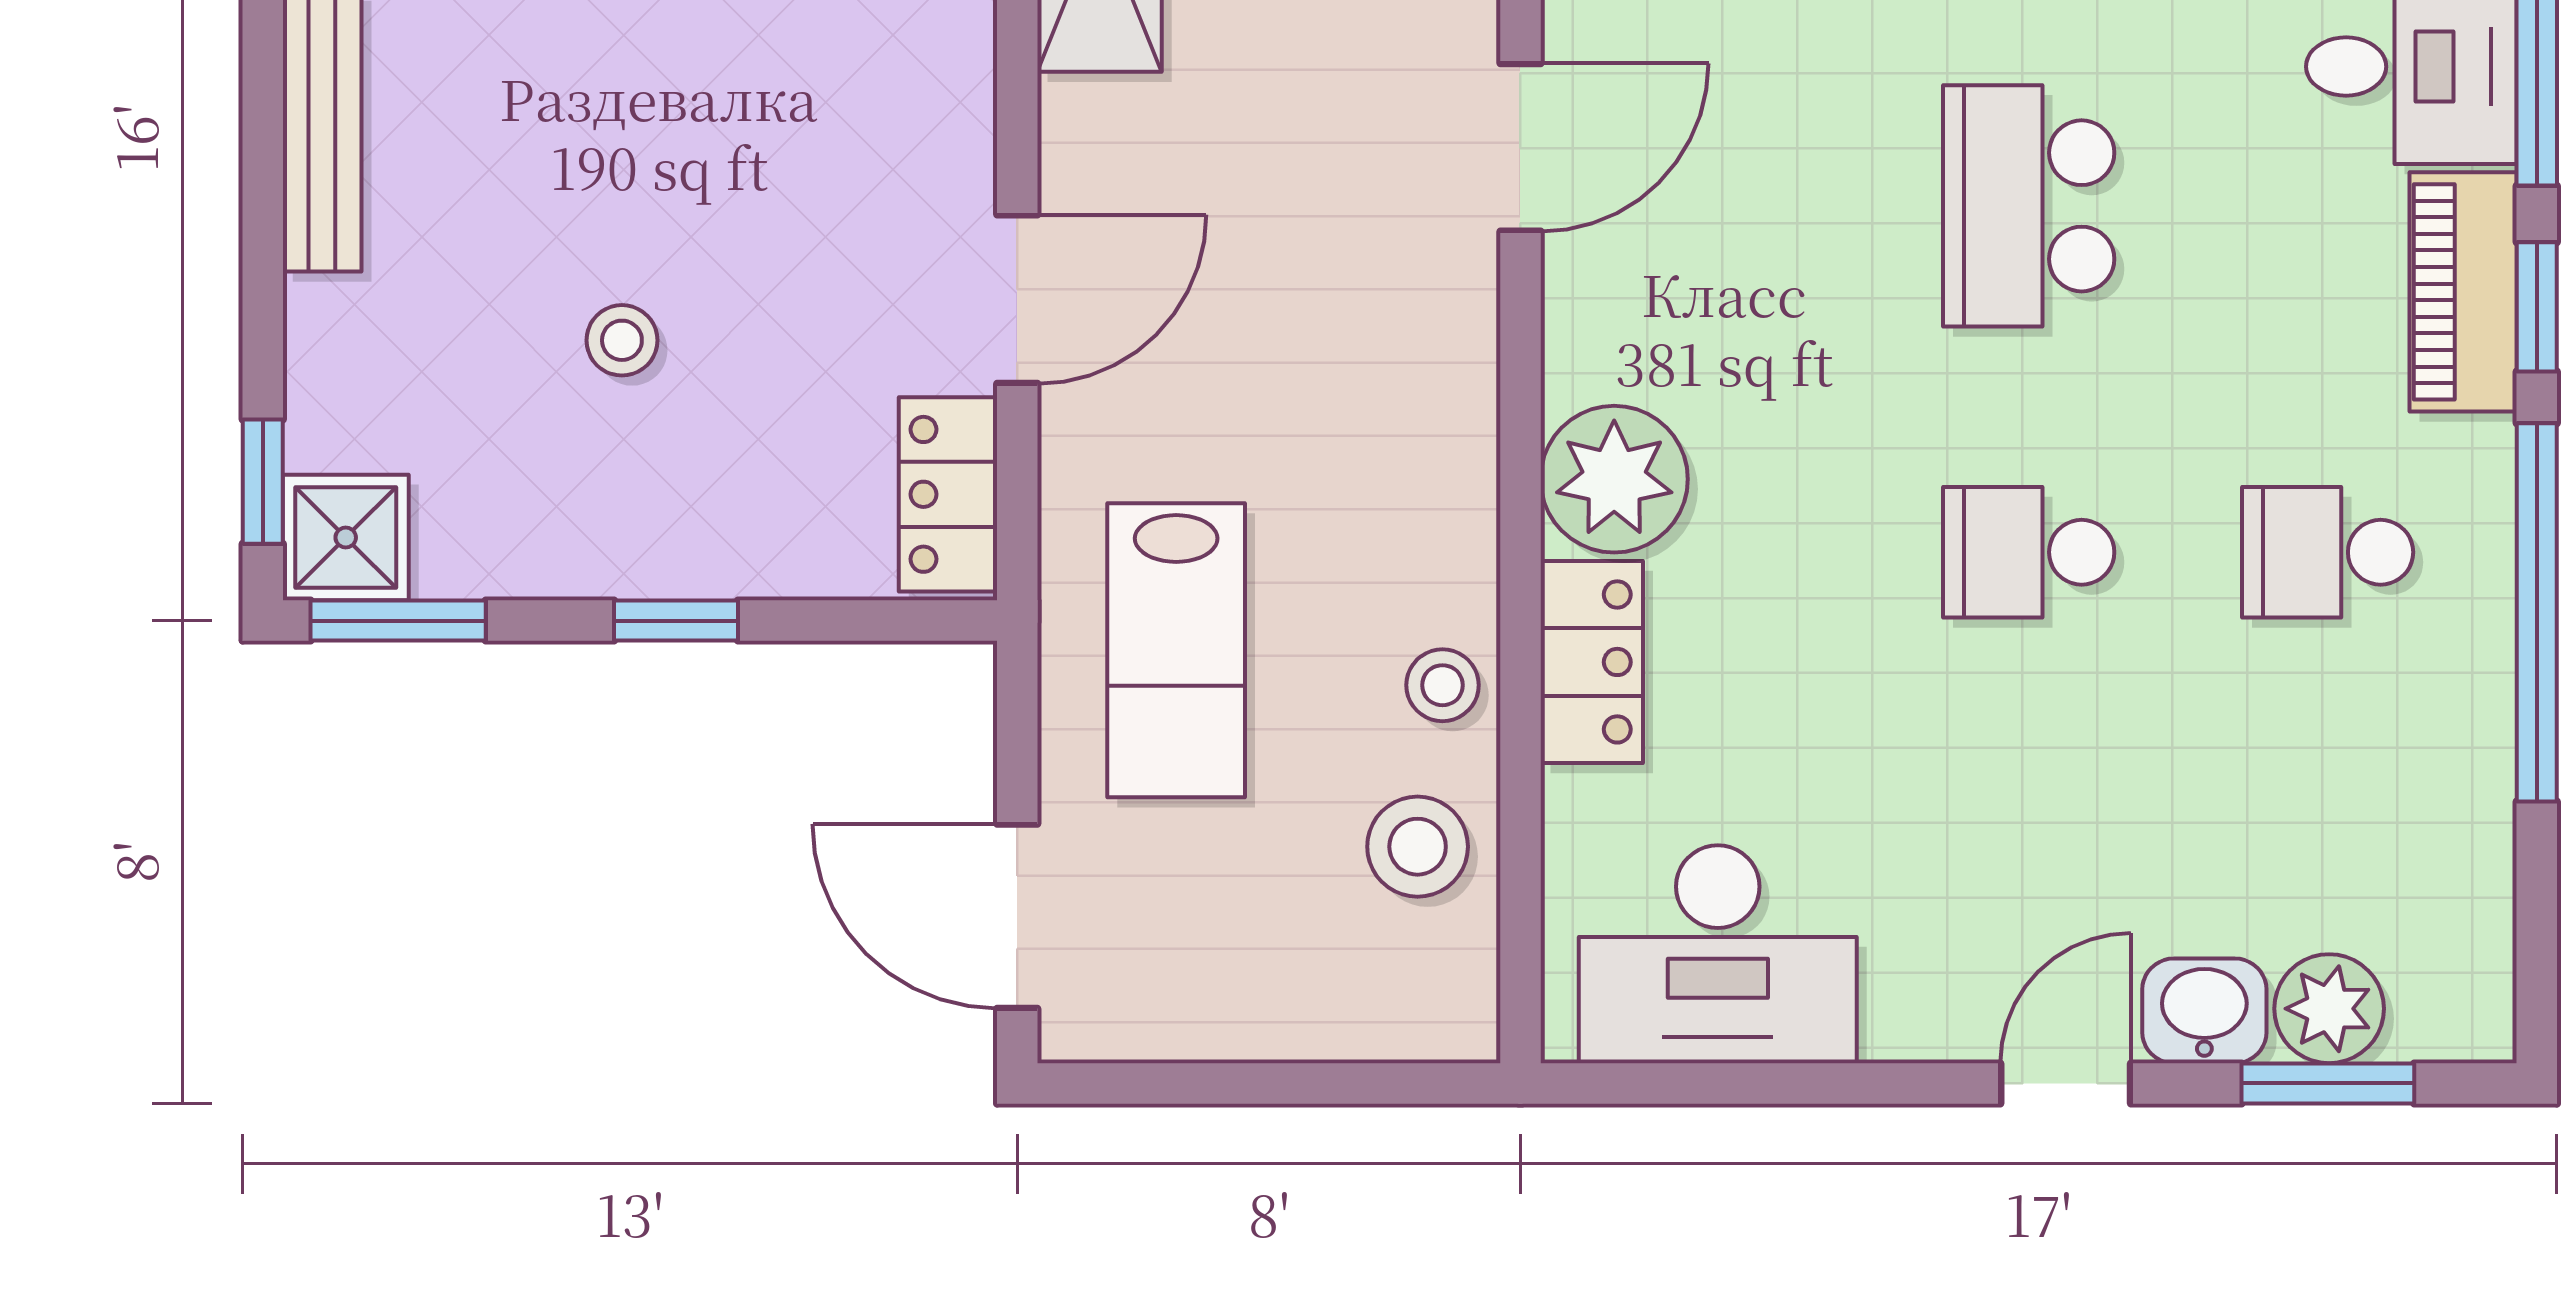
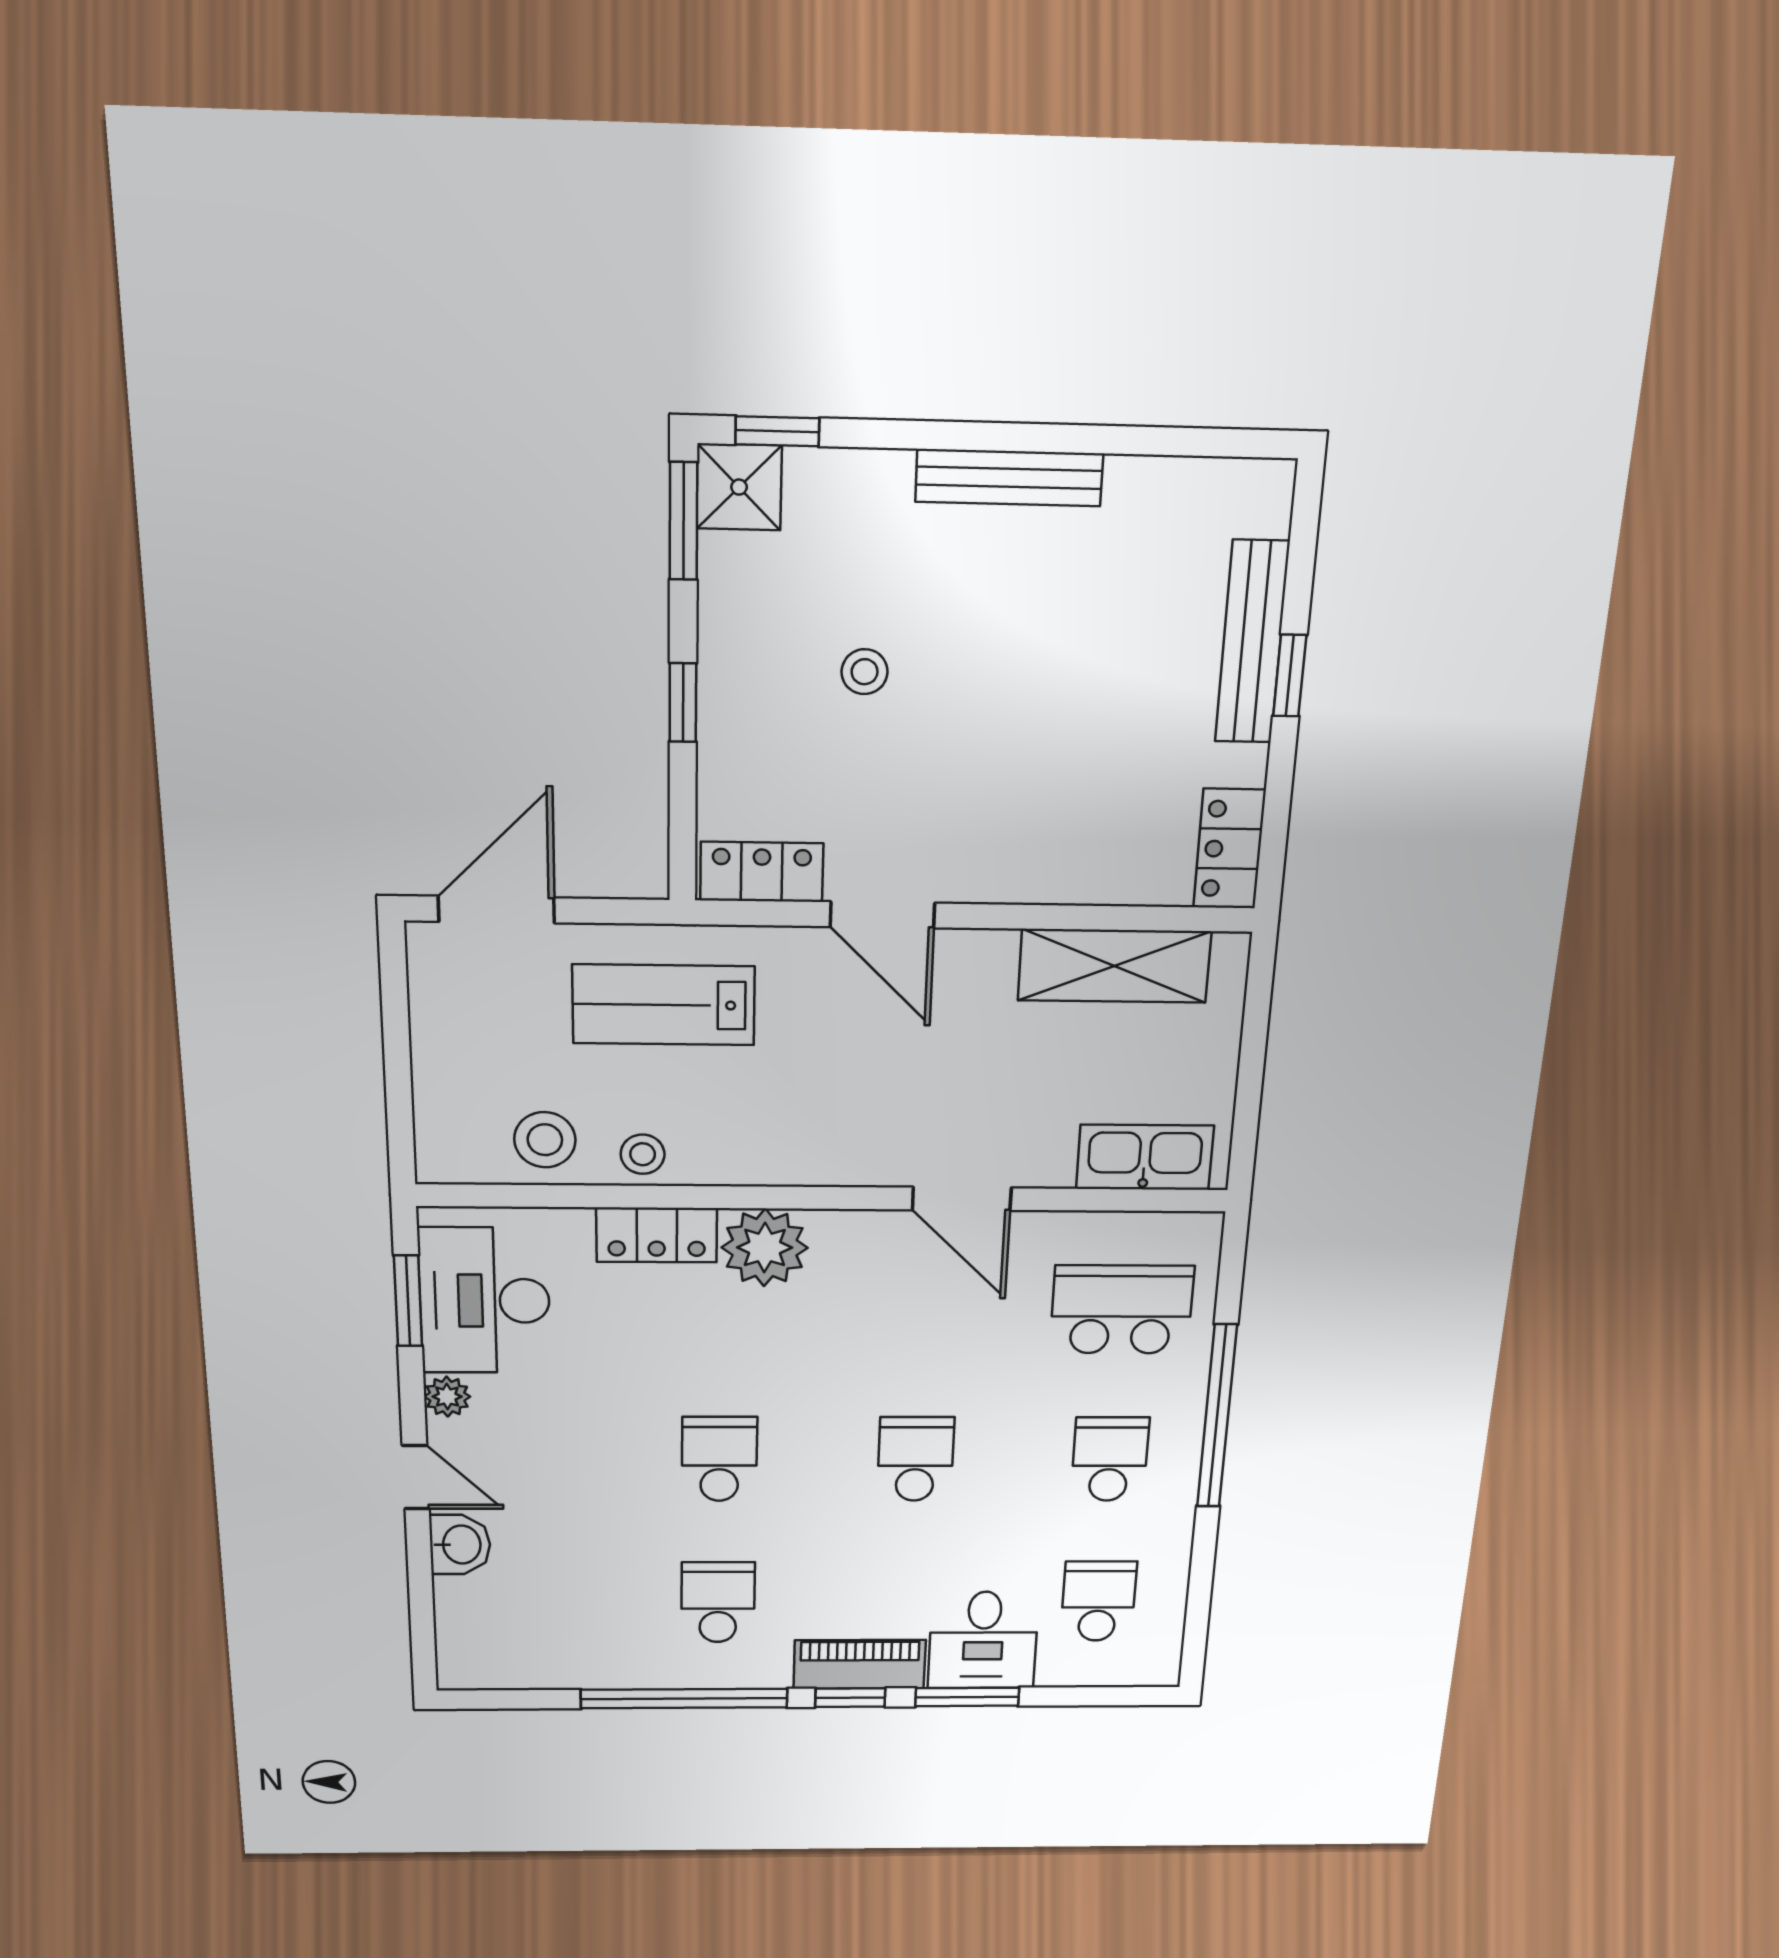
school desk: (2029, 206) -> (916, 1459), width x0.54
plant: (2329, 1009) -> (447, 1397), moved, width x0.73, depth x0.73
window: (2328, 1083) -> (408, 1301), moved

